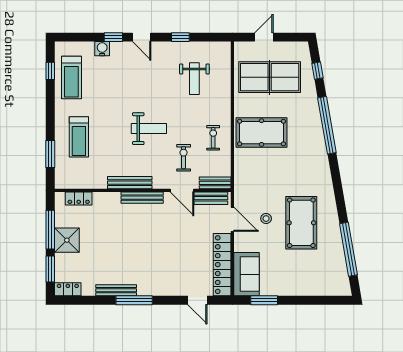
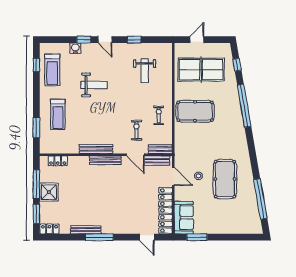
weight bench: (149, 129) -> (94, 85), moved

